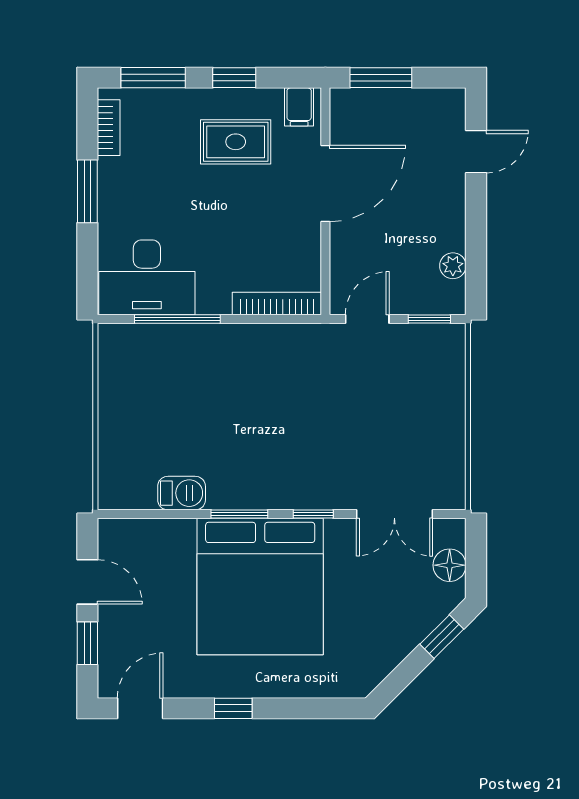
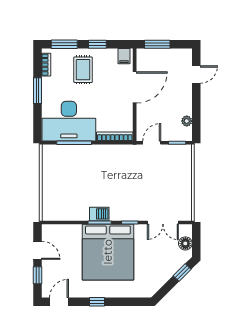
rug: (236, 142) -> (83, 70), moved, turned 90
desk: (147, 277) -> (69, 121), width x1.36, depth x1.30
barbecue: (182, 493) -> (99, 214), moved

